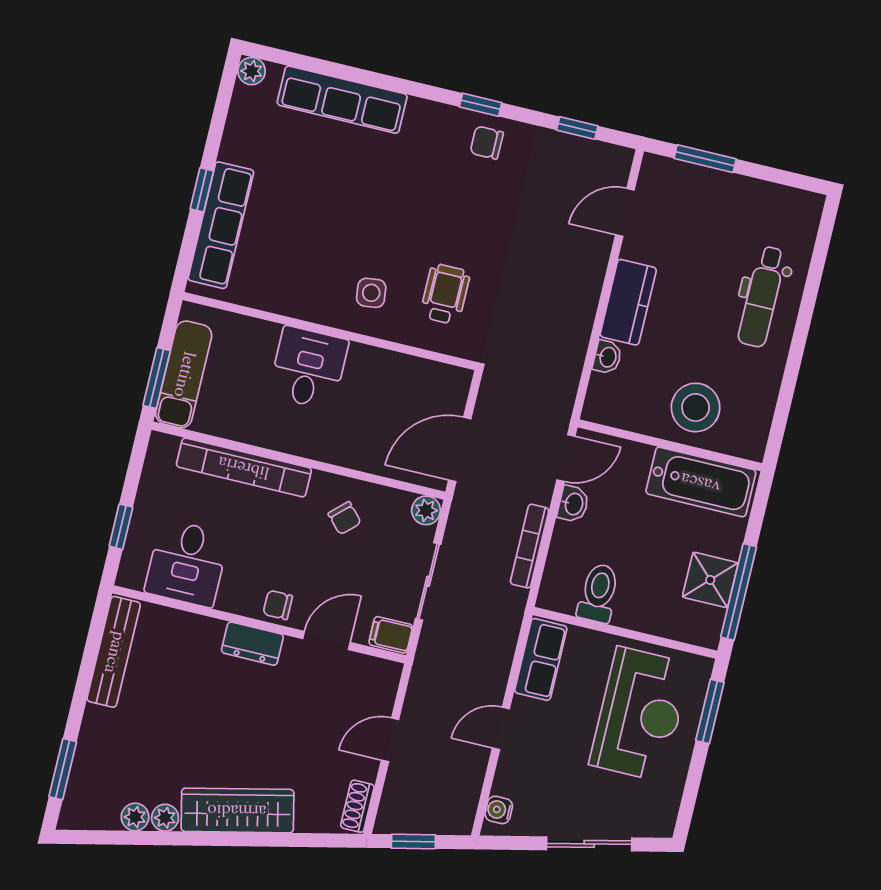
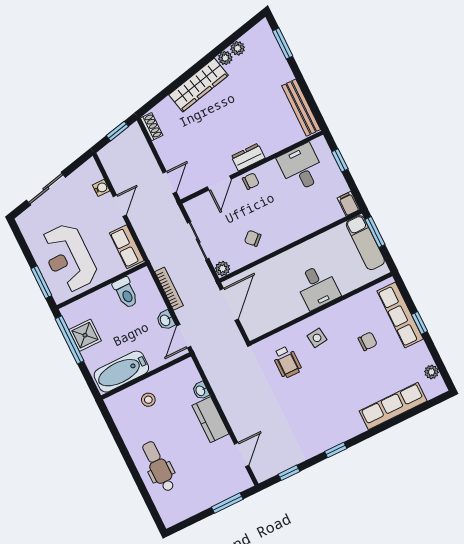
plant: (252, 71) -> (432, 372), moved
chair: (487, 143) -> (368, 341), moved
stool: (696, 407) -> (148, 400), width x0.53, depth x0.53
bookcase: (244, 467) -> (310, 225), removed
filing cabinet: (391, 635) -> (349, 204), moved, turned -90
door: (390, 740) -> (170, 182), moved
water cooler: (499, 810) -> (101, 188), moved

